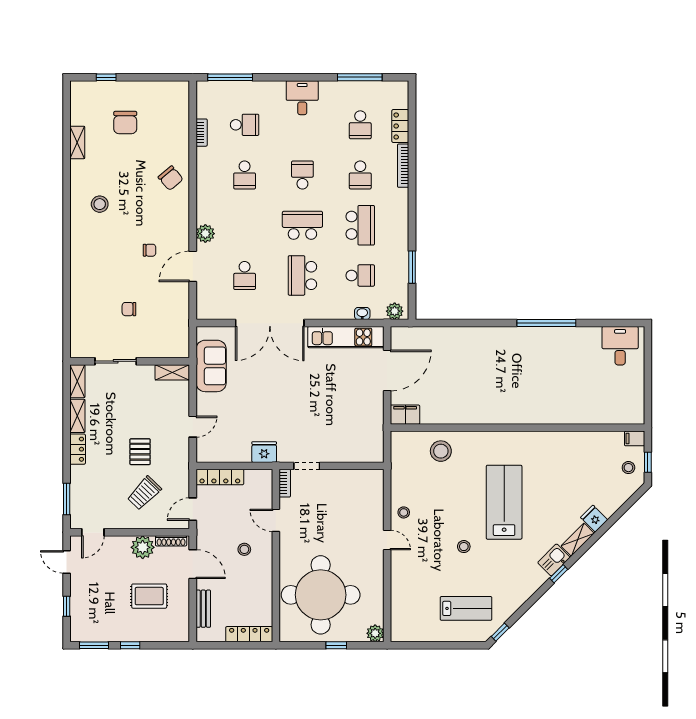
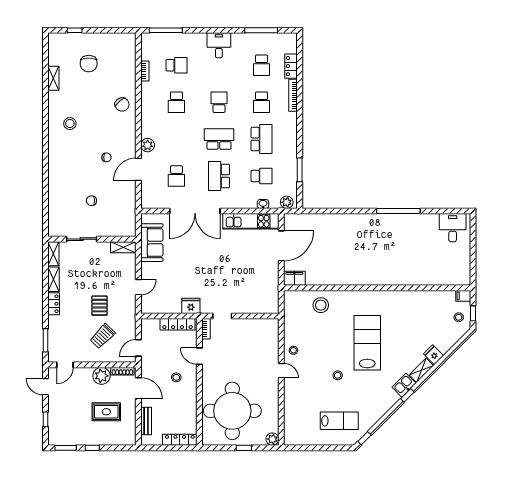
locker: (220, 477) -> (177, 324), moved

